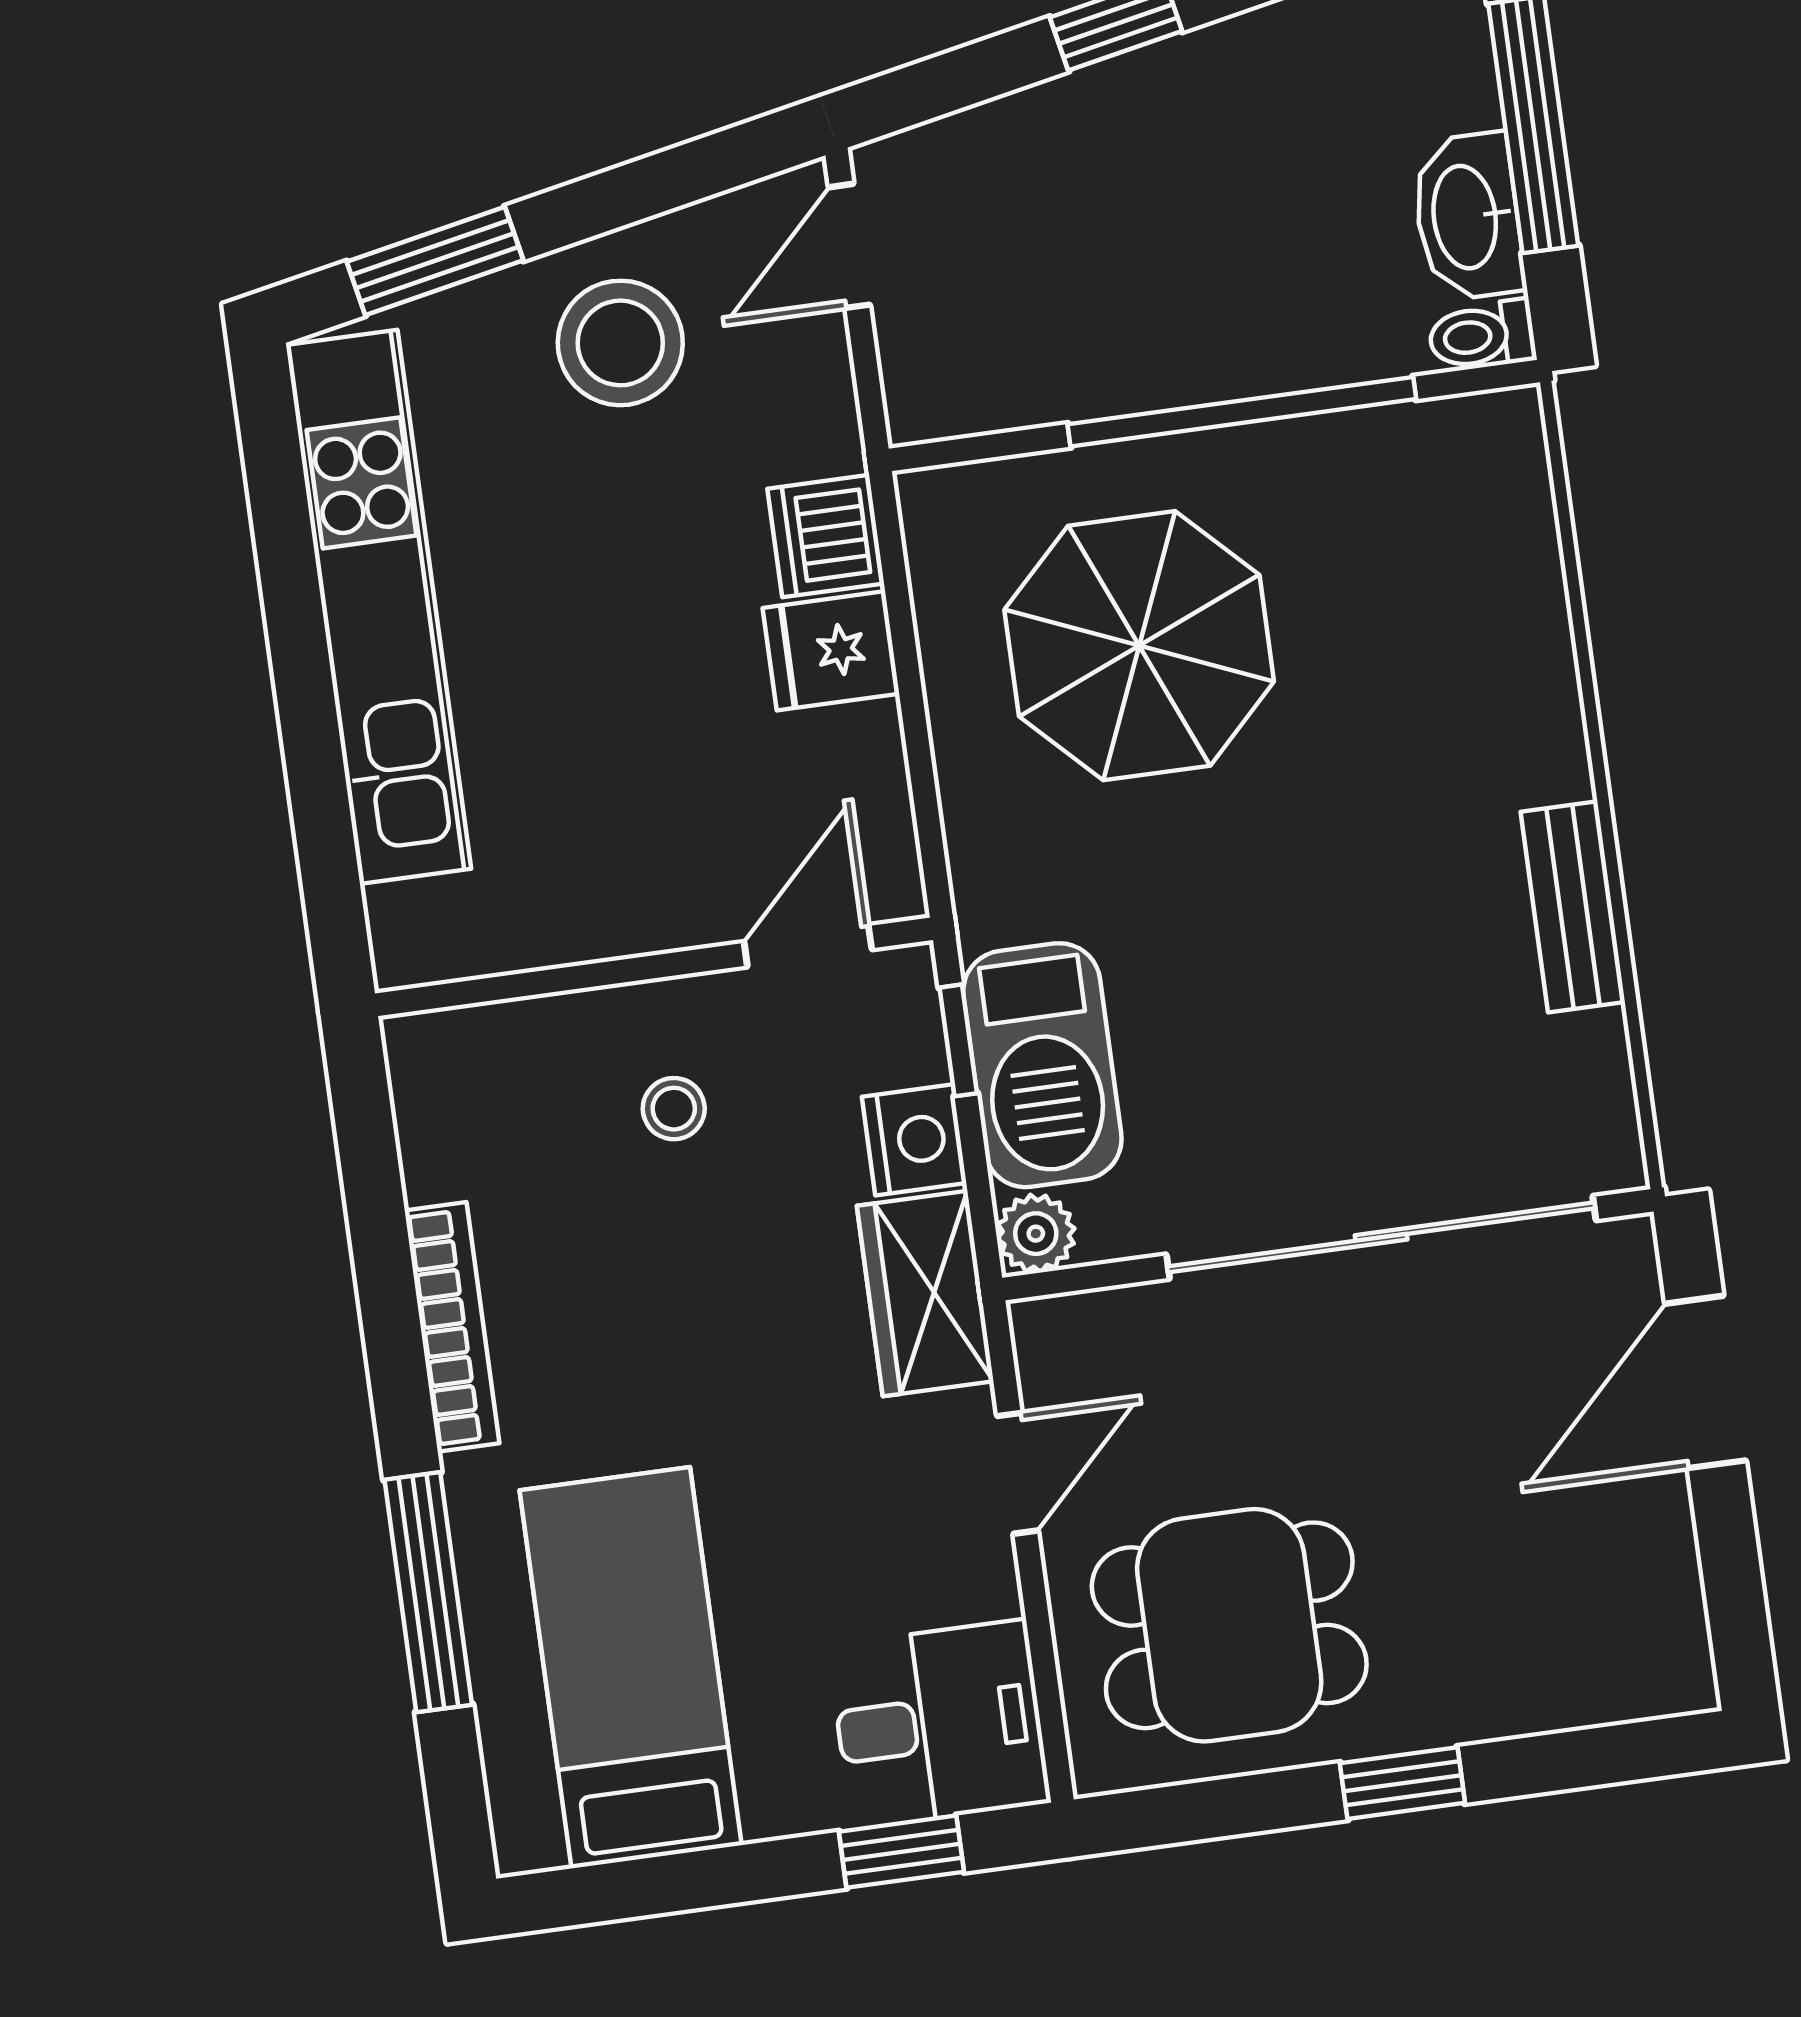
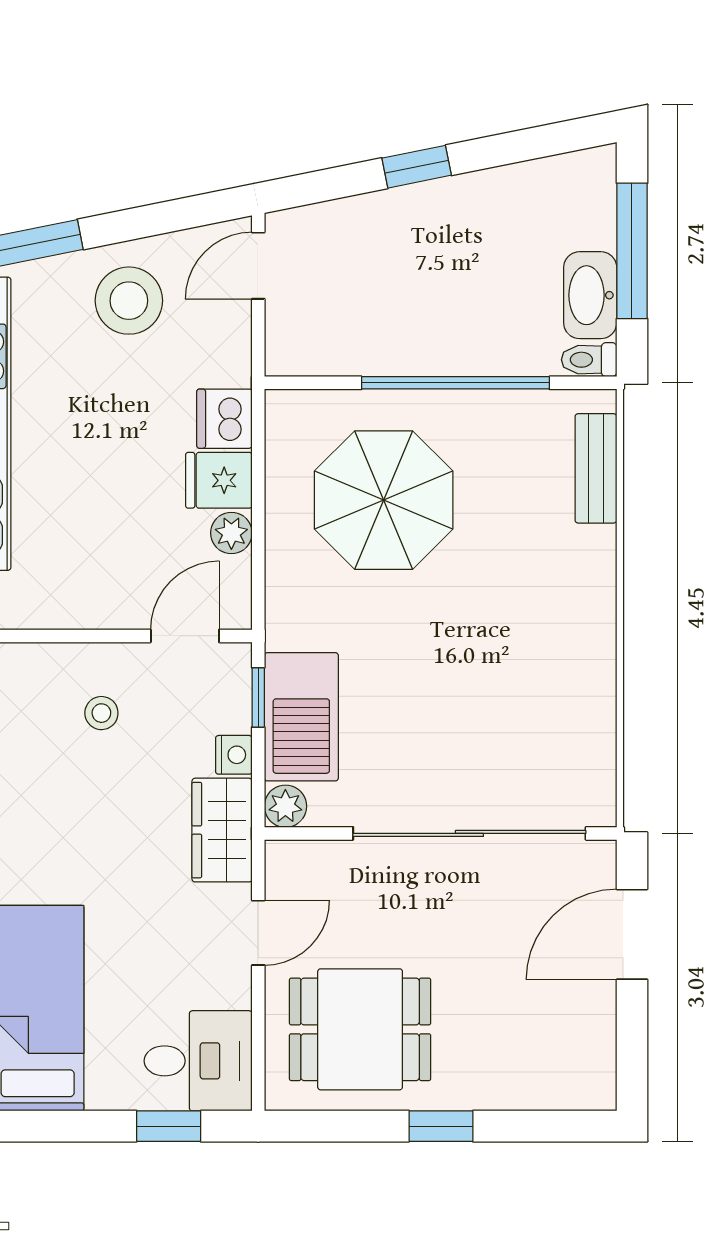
plant: (867, 745) -> (231, 533), added
bench: (1573, 907) -> (596, 468), moved
nightstand: (914, 1140) -> (234, 755), width x0.72, depth x0.74

